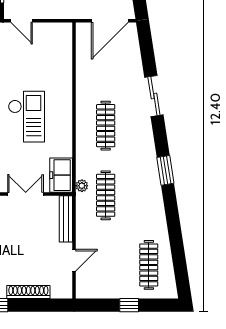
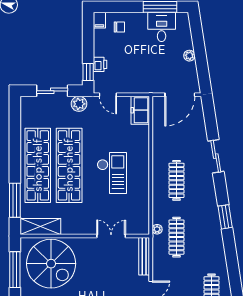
freezer: (61, 175) -> (140, 110), moved

